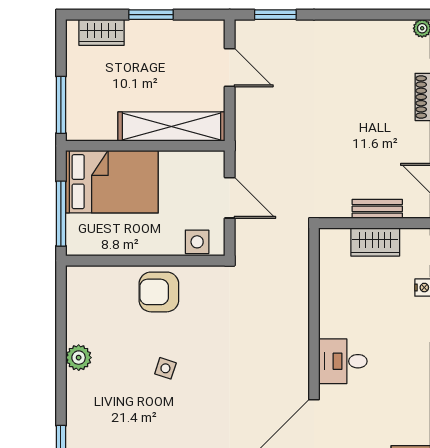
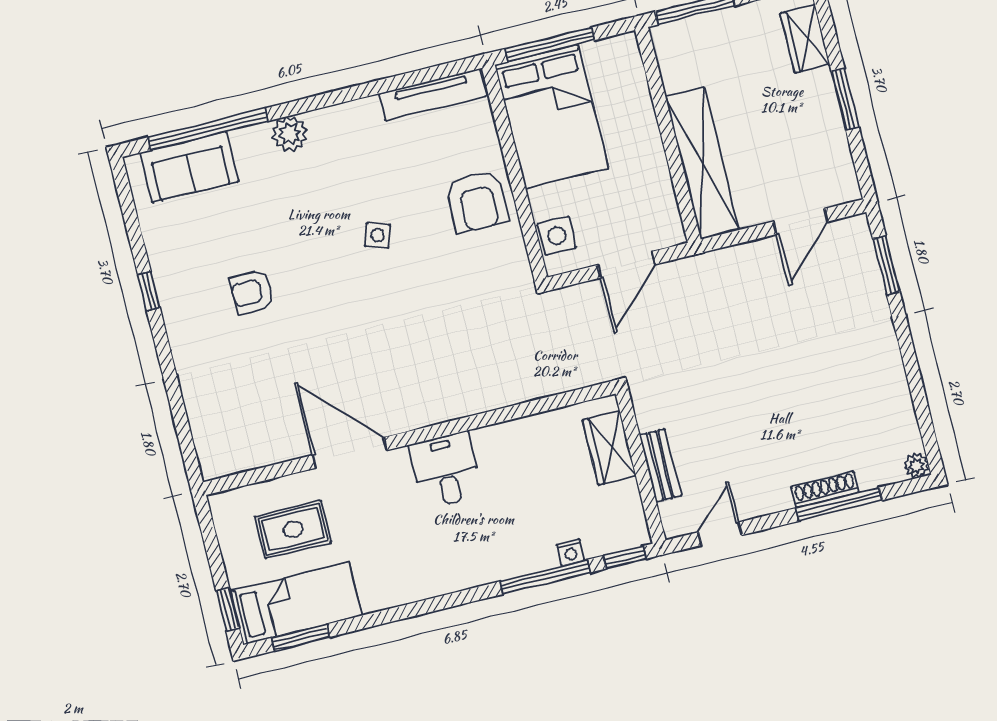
bed: (112, 182) -> (552, 116), moved
wardrobe: (375, 242) -> (609, 448), moved
armchair: (159, 292) -> (477, 201), turned 180
tv unit: (76, 305) -> (433, 95), added
plant: (79, 358) -> (290, 134), moved

